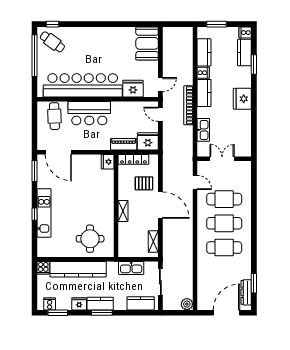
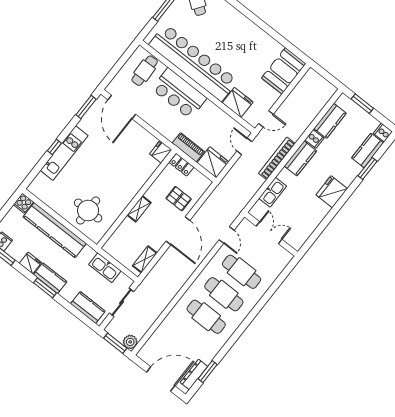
locker: (133, 159) -> (181, 165), width x0.66
window: (178, 313) -> (115, 343), added

